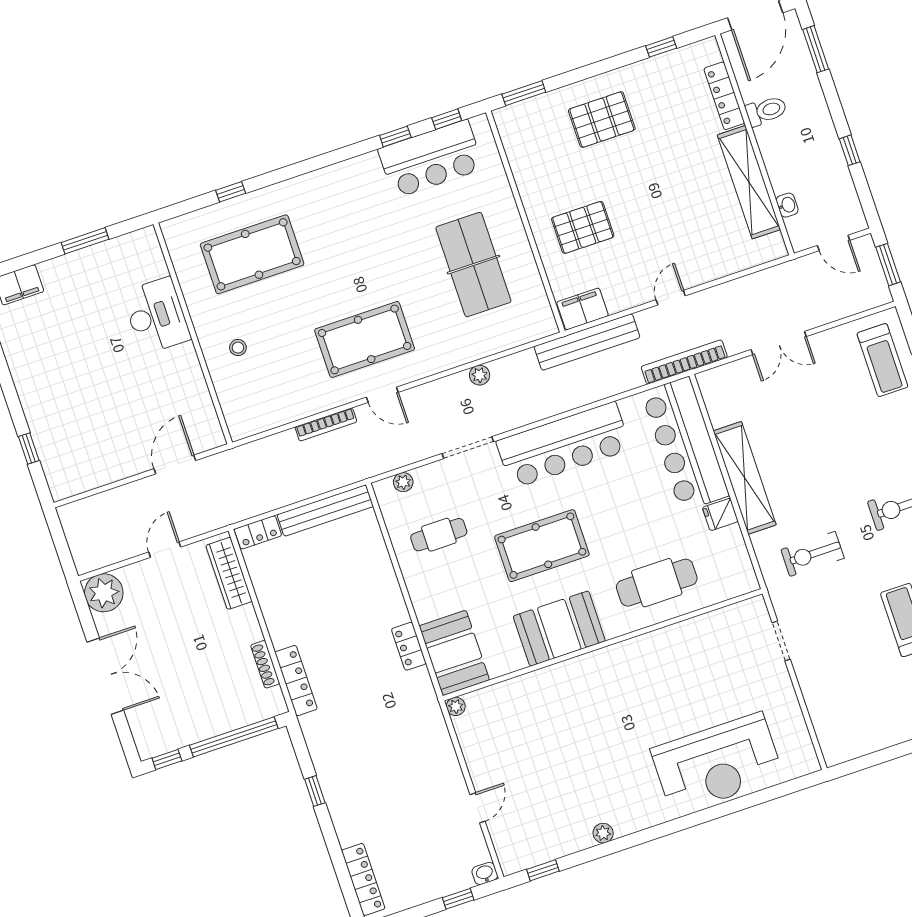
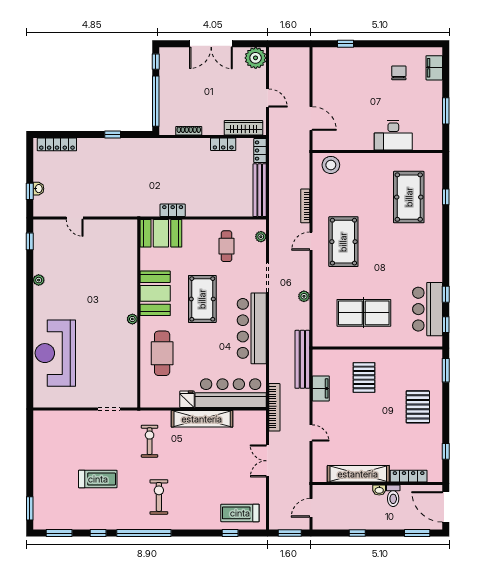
washbasin: (787, 205) -> (379, 490), moved
door: (671, 298) -> (311, 433), moved
filing cabinet: (582, 309) -> (321, 388), moved
chair: (48, 342) -> (399, 73), added
stool: (238, 348) -> (331, 165), moved, width x1.89, depth x1.89
locker: (296, 681) -> (223, 144), moved, width x0.66
plant: (456, 706) -> (132, 319), moved
washbasin: (485, 873) -> (38, 189), moved

